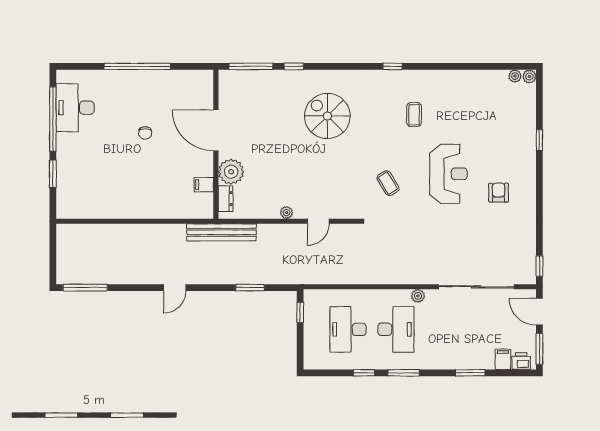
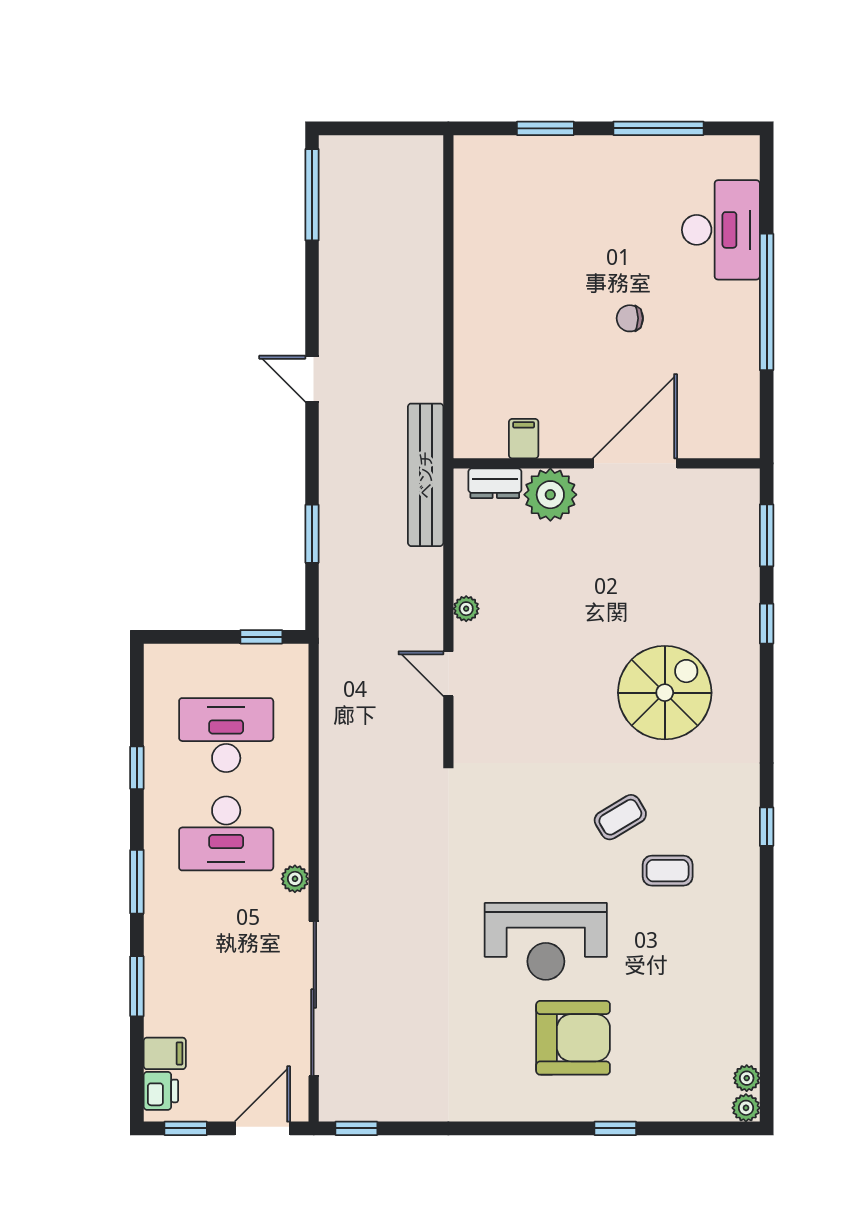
window: (251, 66) -> (767, 535), width x0.69
desk: (75, 108) -> (721, 230), moved, turned 90
window: (53, 119) -> (658, 128), width x0.68
coffee table: (388, 183) -> (620, 817), moved
armchair: (499, 193) -> (573, 1038), moved, width x1.88, depth x1.88
window: (539, 349) -> (186, 1128), width x0.67
window: (404, 373) -> (137, 882), moved

